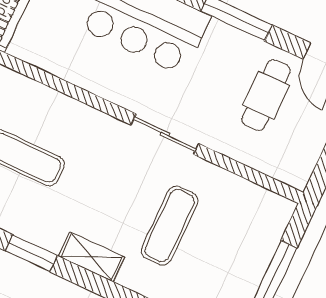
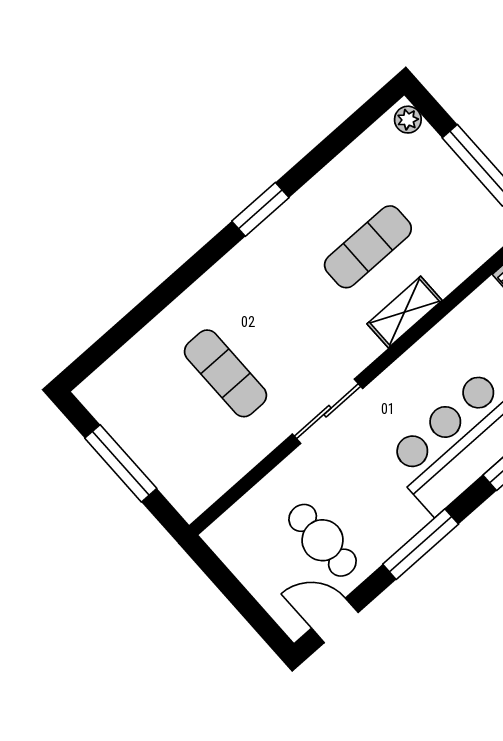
shelving: (91, 257) -> (405, 312), moved

